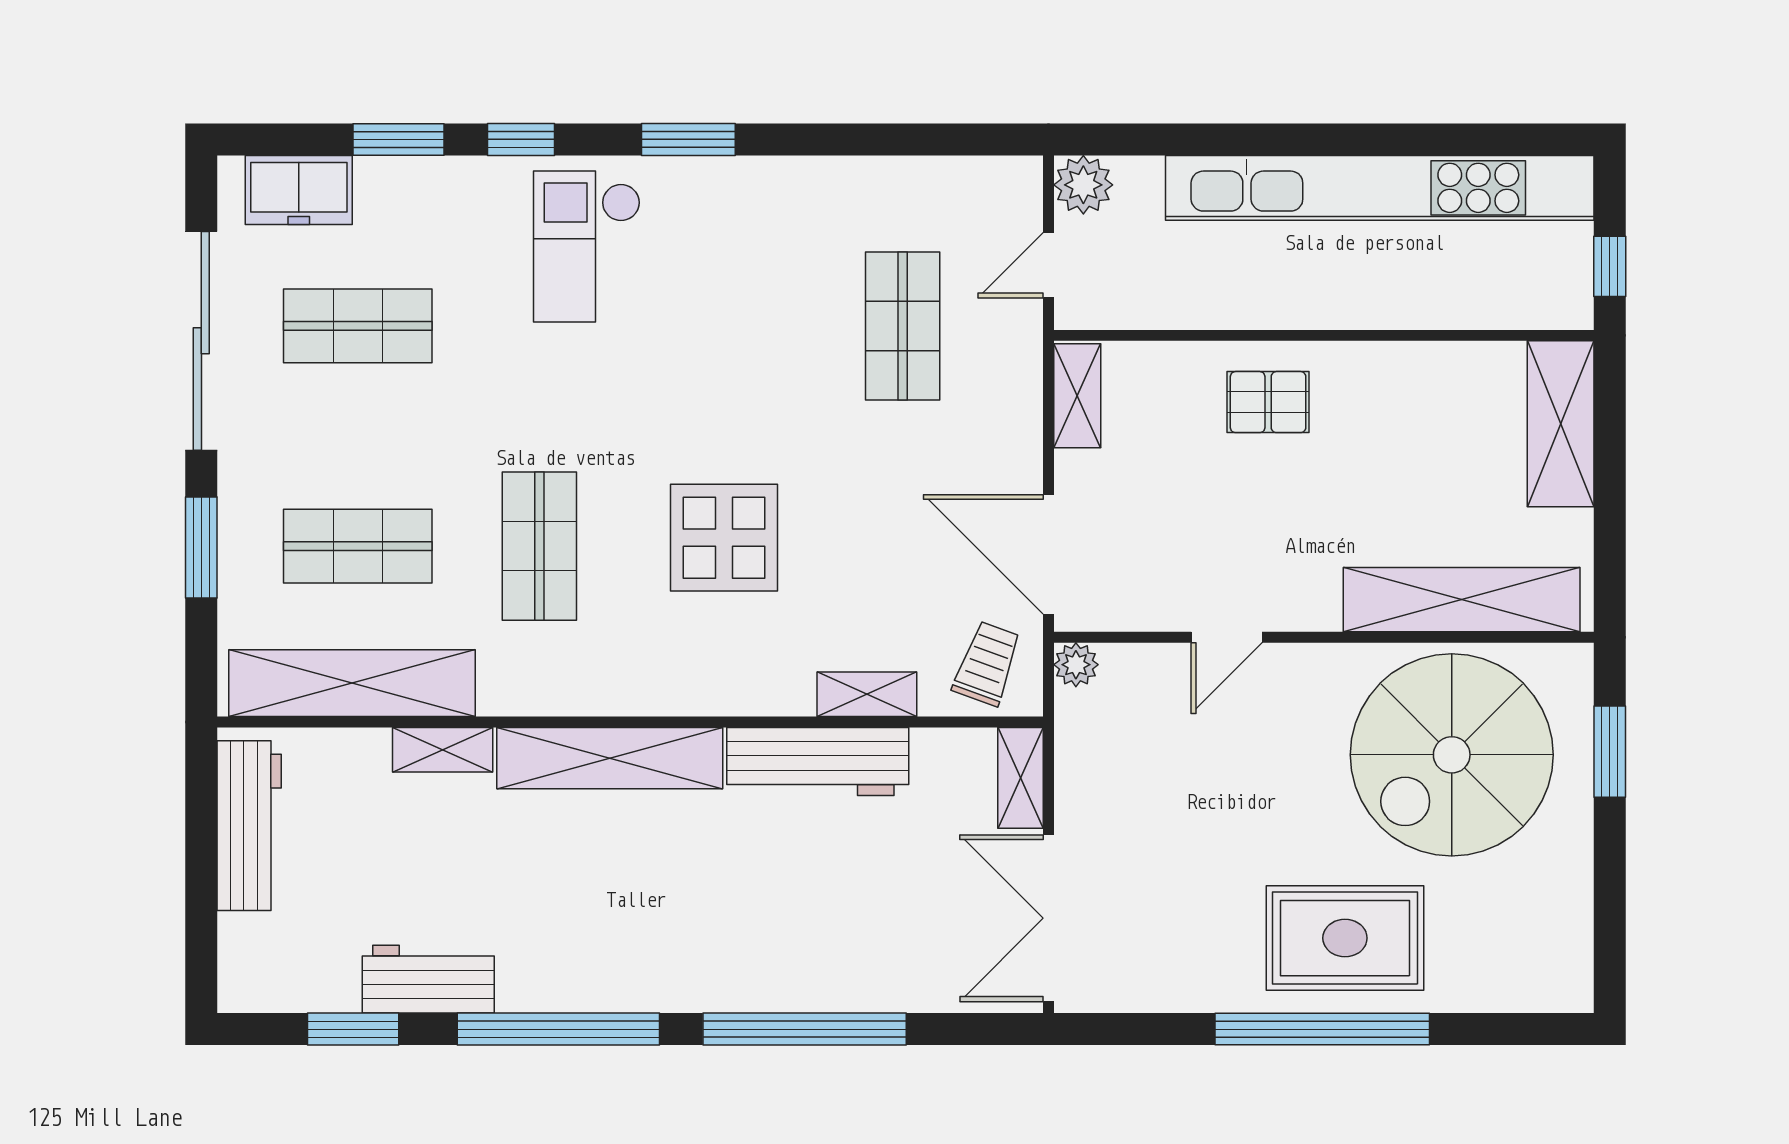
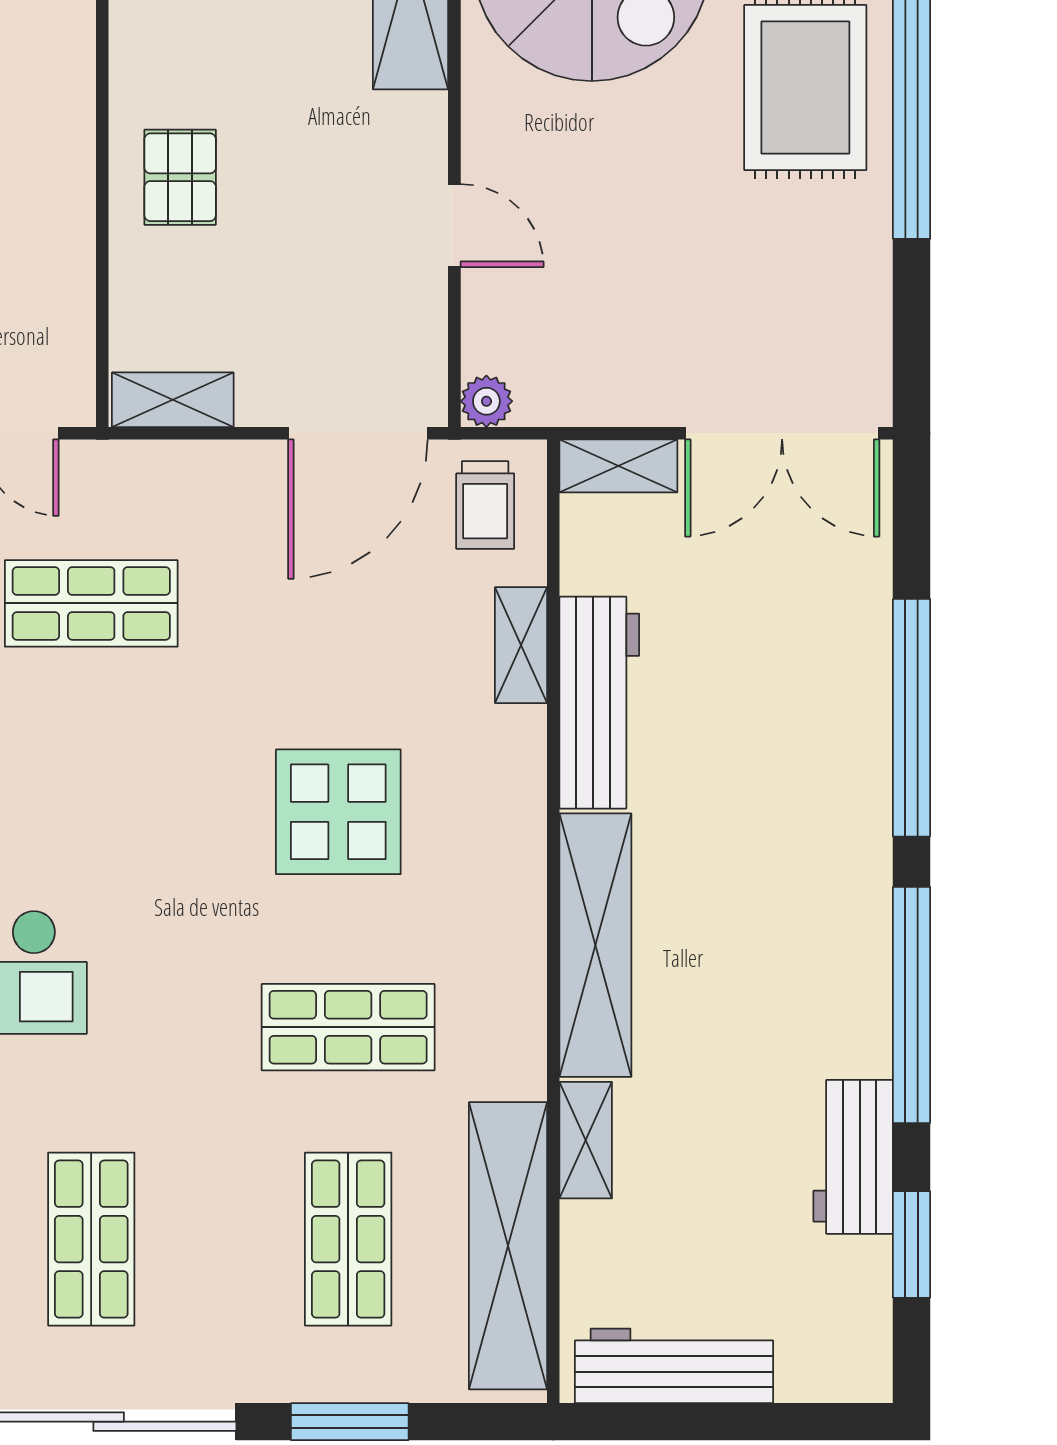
trolley: (987, 664) -> (485, 505), turned -110

